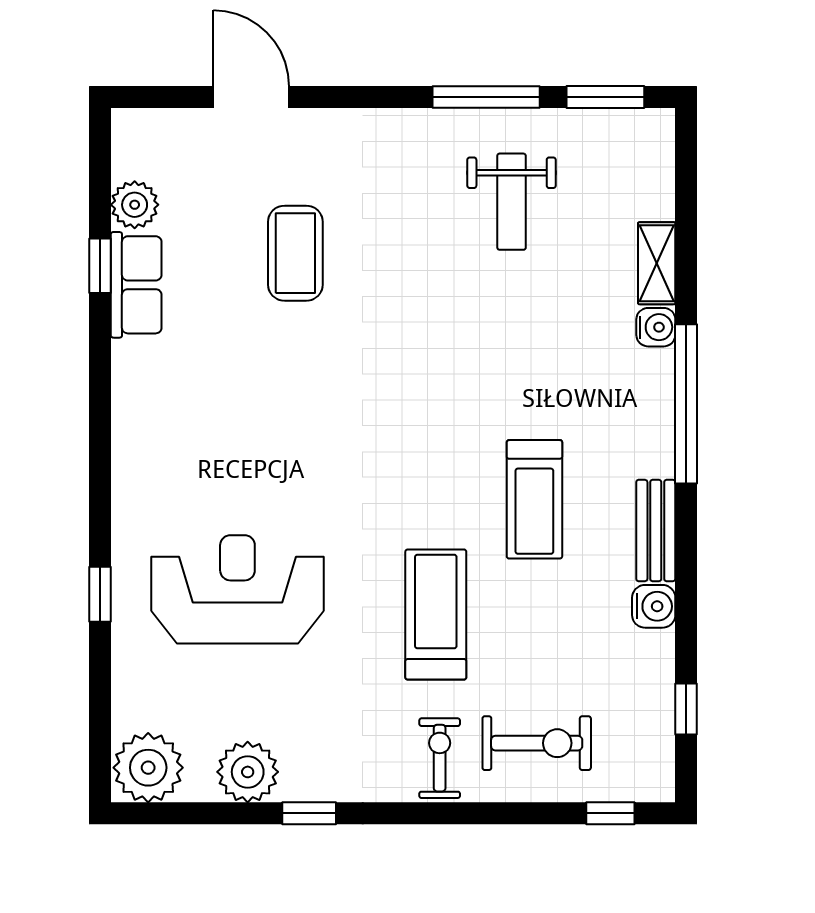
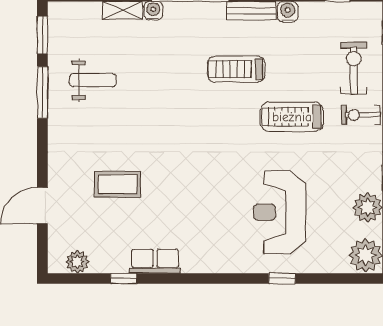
plant: (135, 205) -> (77, 262), moved
row of seats: (136, 285) -> (155, 261), moved
treadmill: (534, 499) -> (236, 69), turned 180

